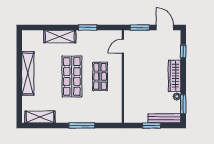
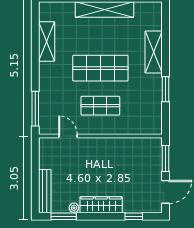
door: (123, 46) -> (68, 136), moved
shelving: (40, 117) -> (47, 41), moved
window: (82, 125) -> (35, 109), moved
window: (152, 125) -> (35, 174), removed

